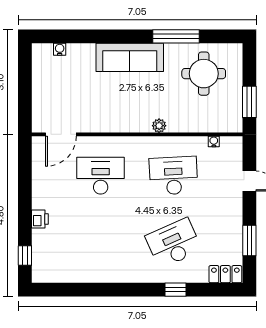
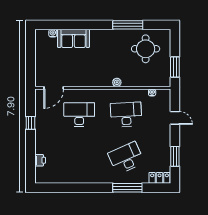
sofa: (130, 57) -> (73, 38), moved, width x0.73
printer: (40, 219) -> (40, 160), moved
window: (25, 256) -> (30, 123), moved
window: (175, 290) -> (127, 188), width x2.17

